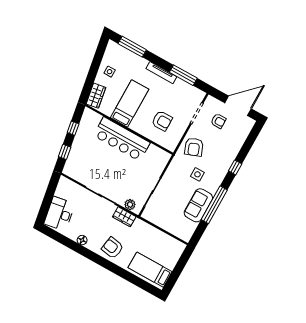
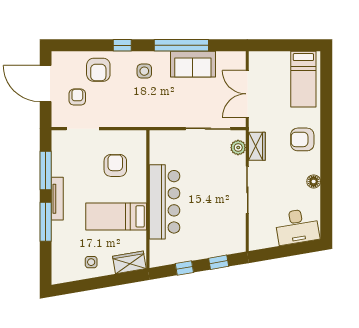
window: (132, 47) -> (46, 222), moved
armchair: (194, 147) -> (98, 70), moved, turned 111
side table: (197, 174) -> (144, 71), moved
double door: (161, 229) -> (247, 94), added
armchair: (113, 248) -> (302, 139), turned 81

